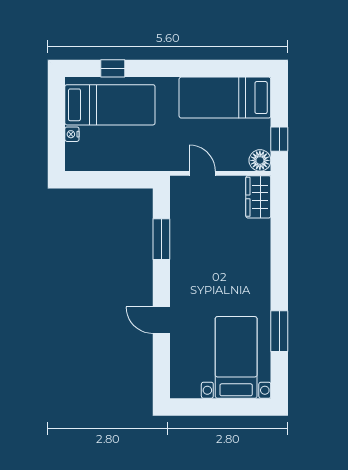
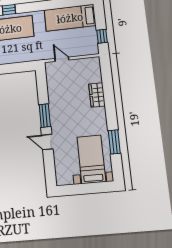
floor lamp: (260, 160) -> (93, 49), removed
wardrobe: (258, 197) -> (97, 95), moved
window: (161, 239) -> (45, 116), moved

